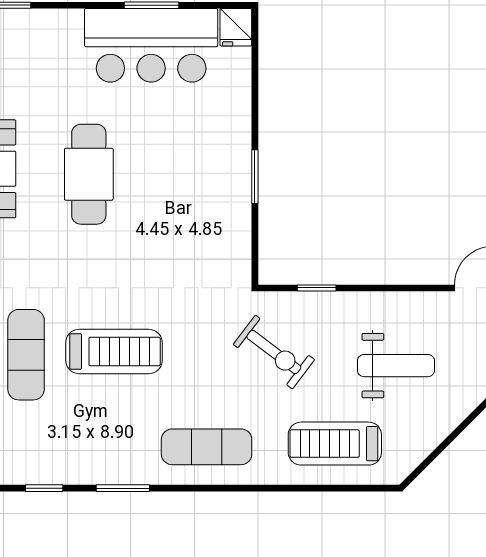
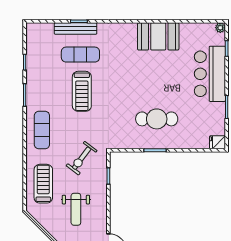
bar counter: (151, 45) -> (210, 74), moved
cafe table: (89, 174) -> (157, 119), moved

